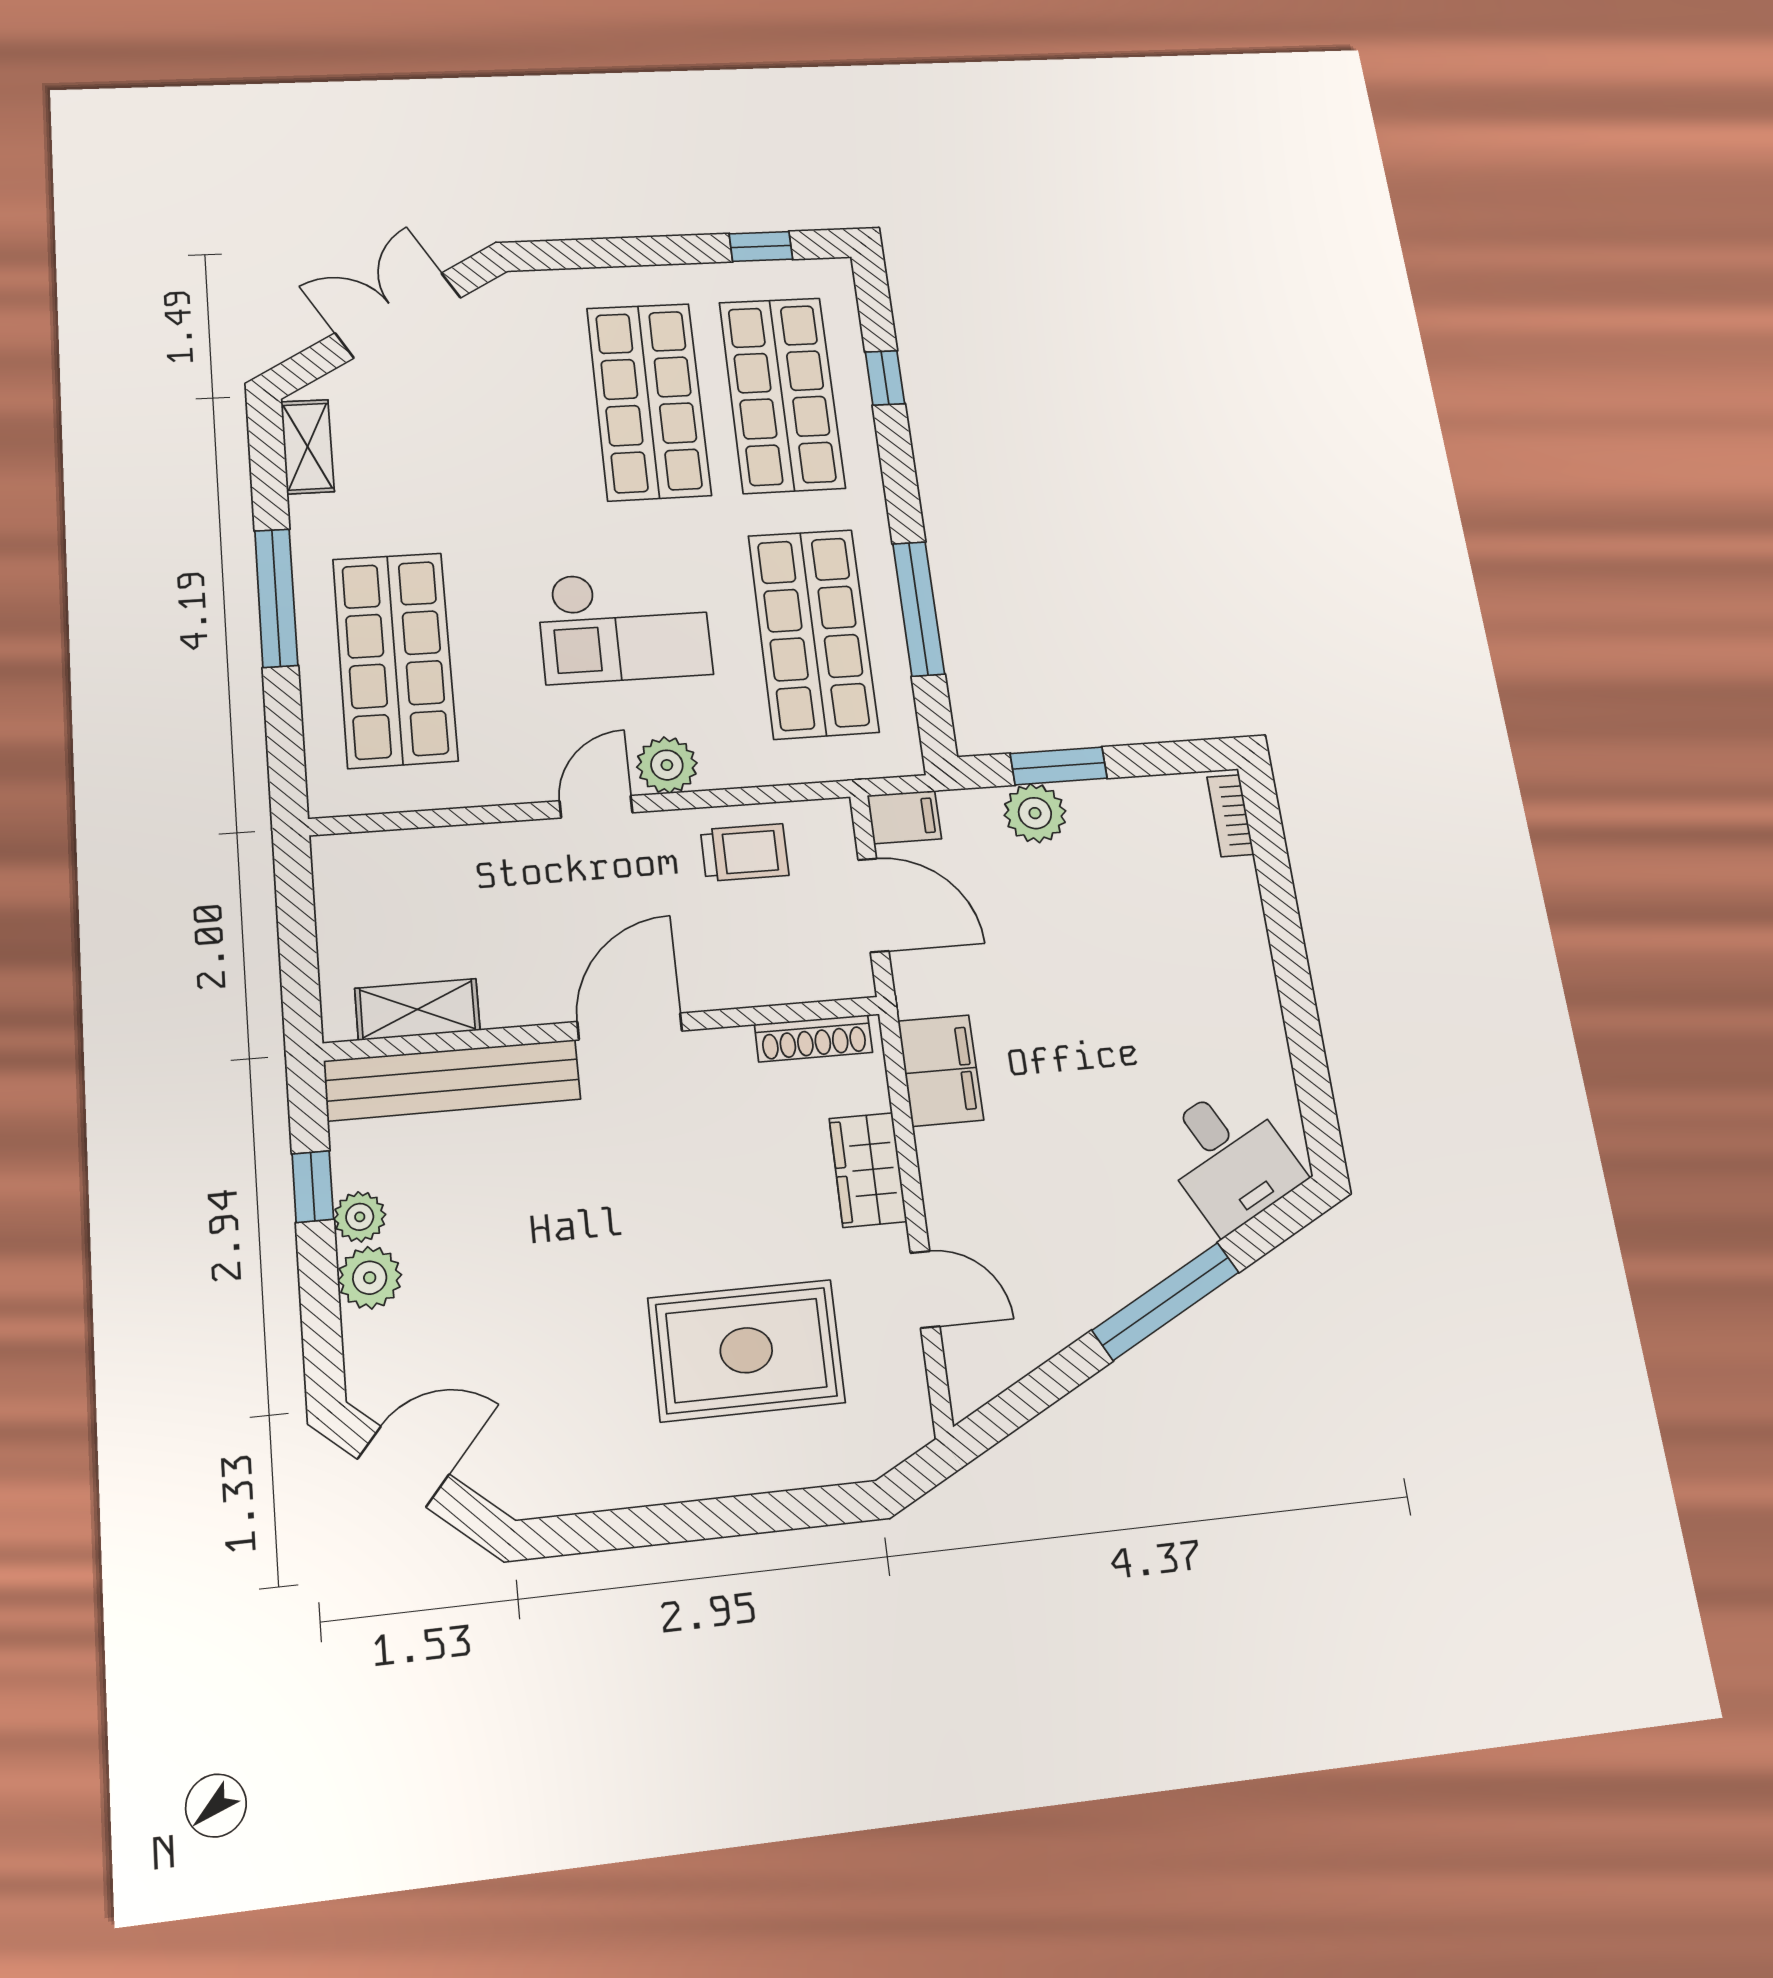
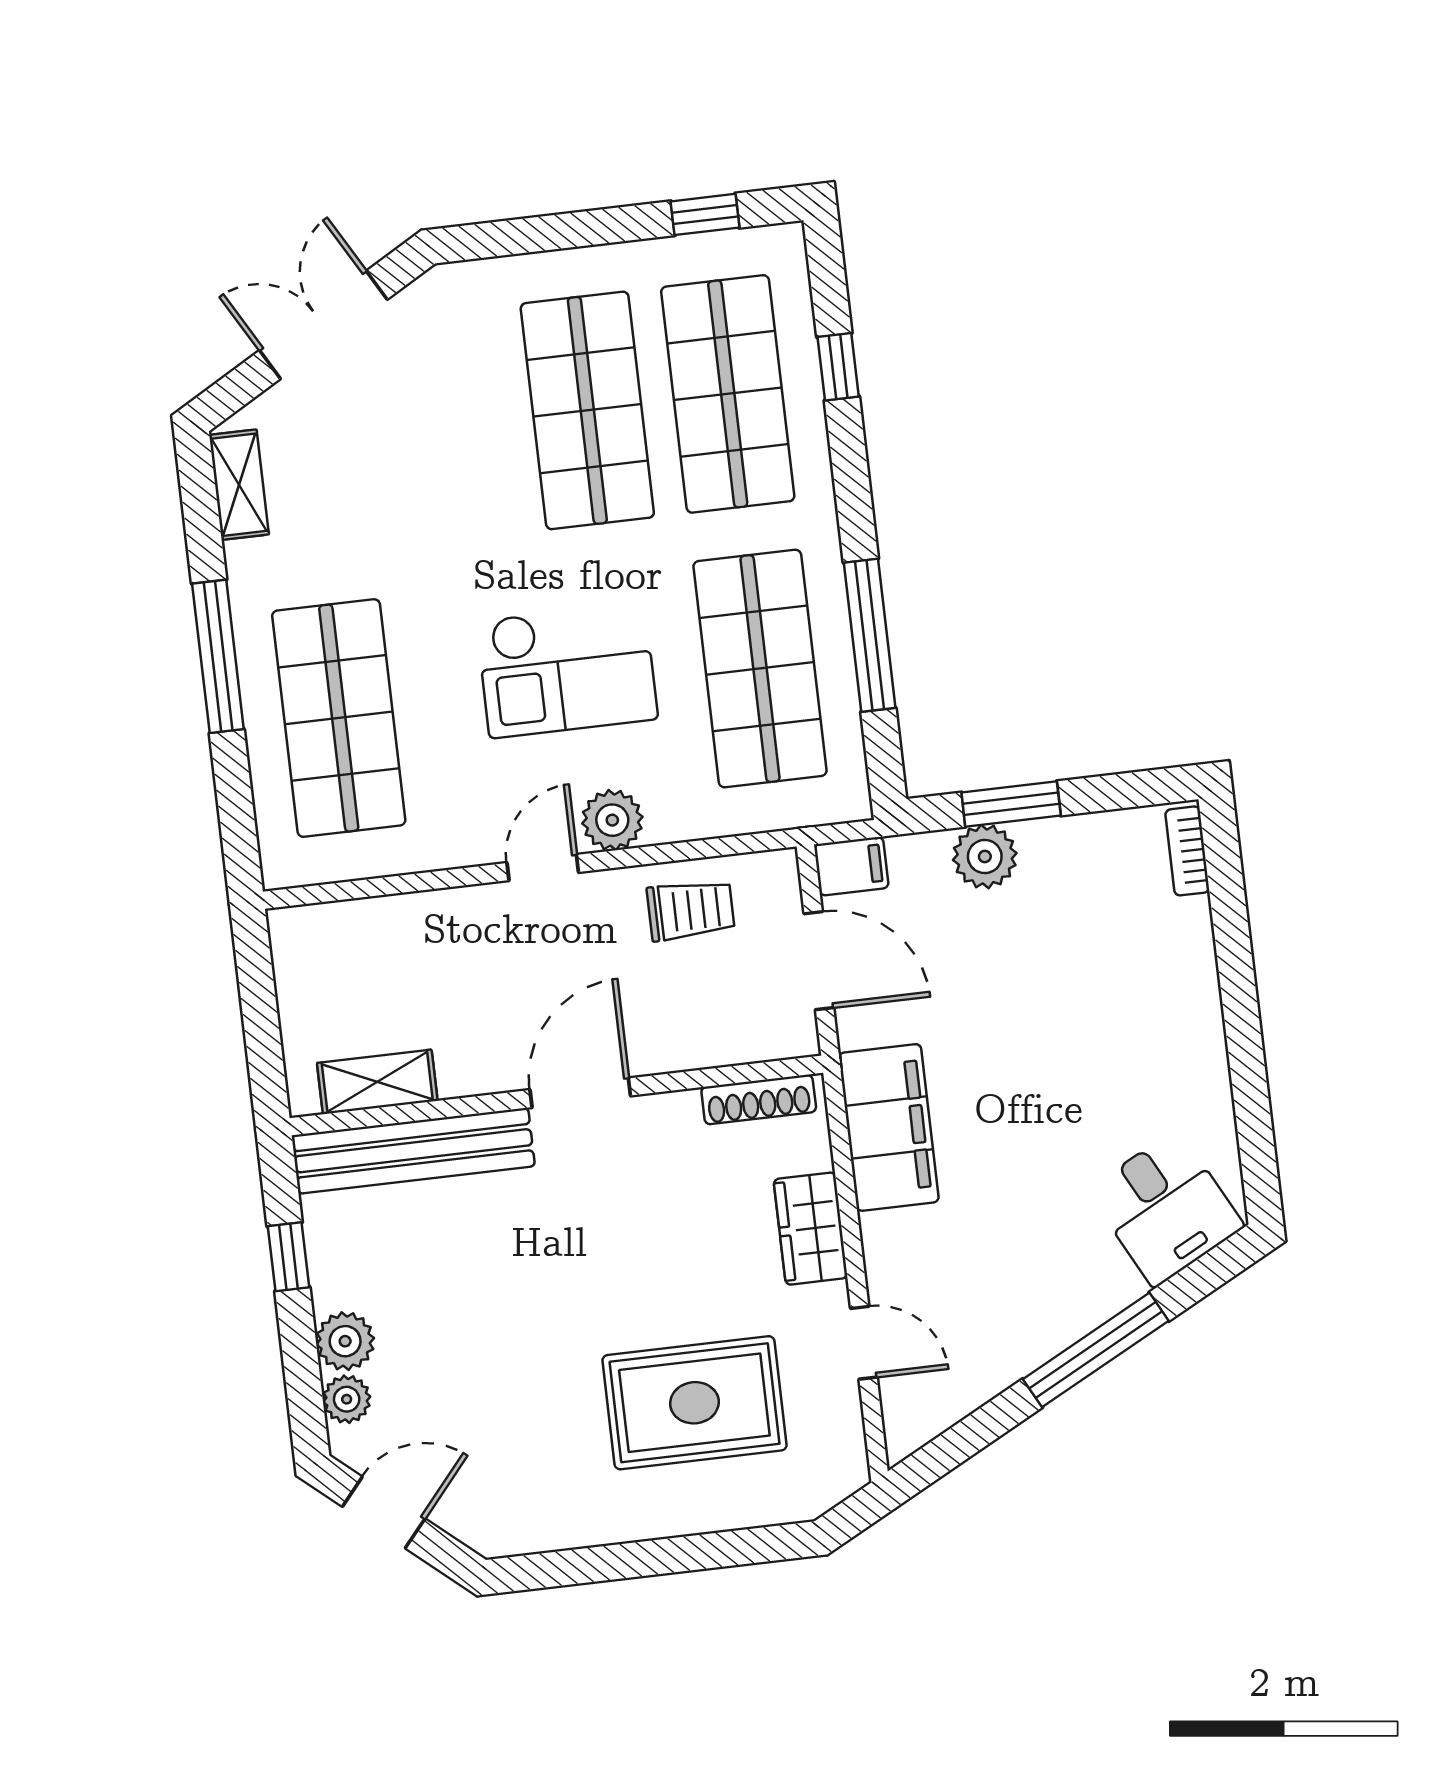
filing cabinet: (941, 1070) -> (889, 1127), width x1.50, depth x1.17
plant: (360, 1217) -> (347, 1399), moved

